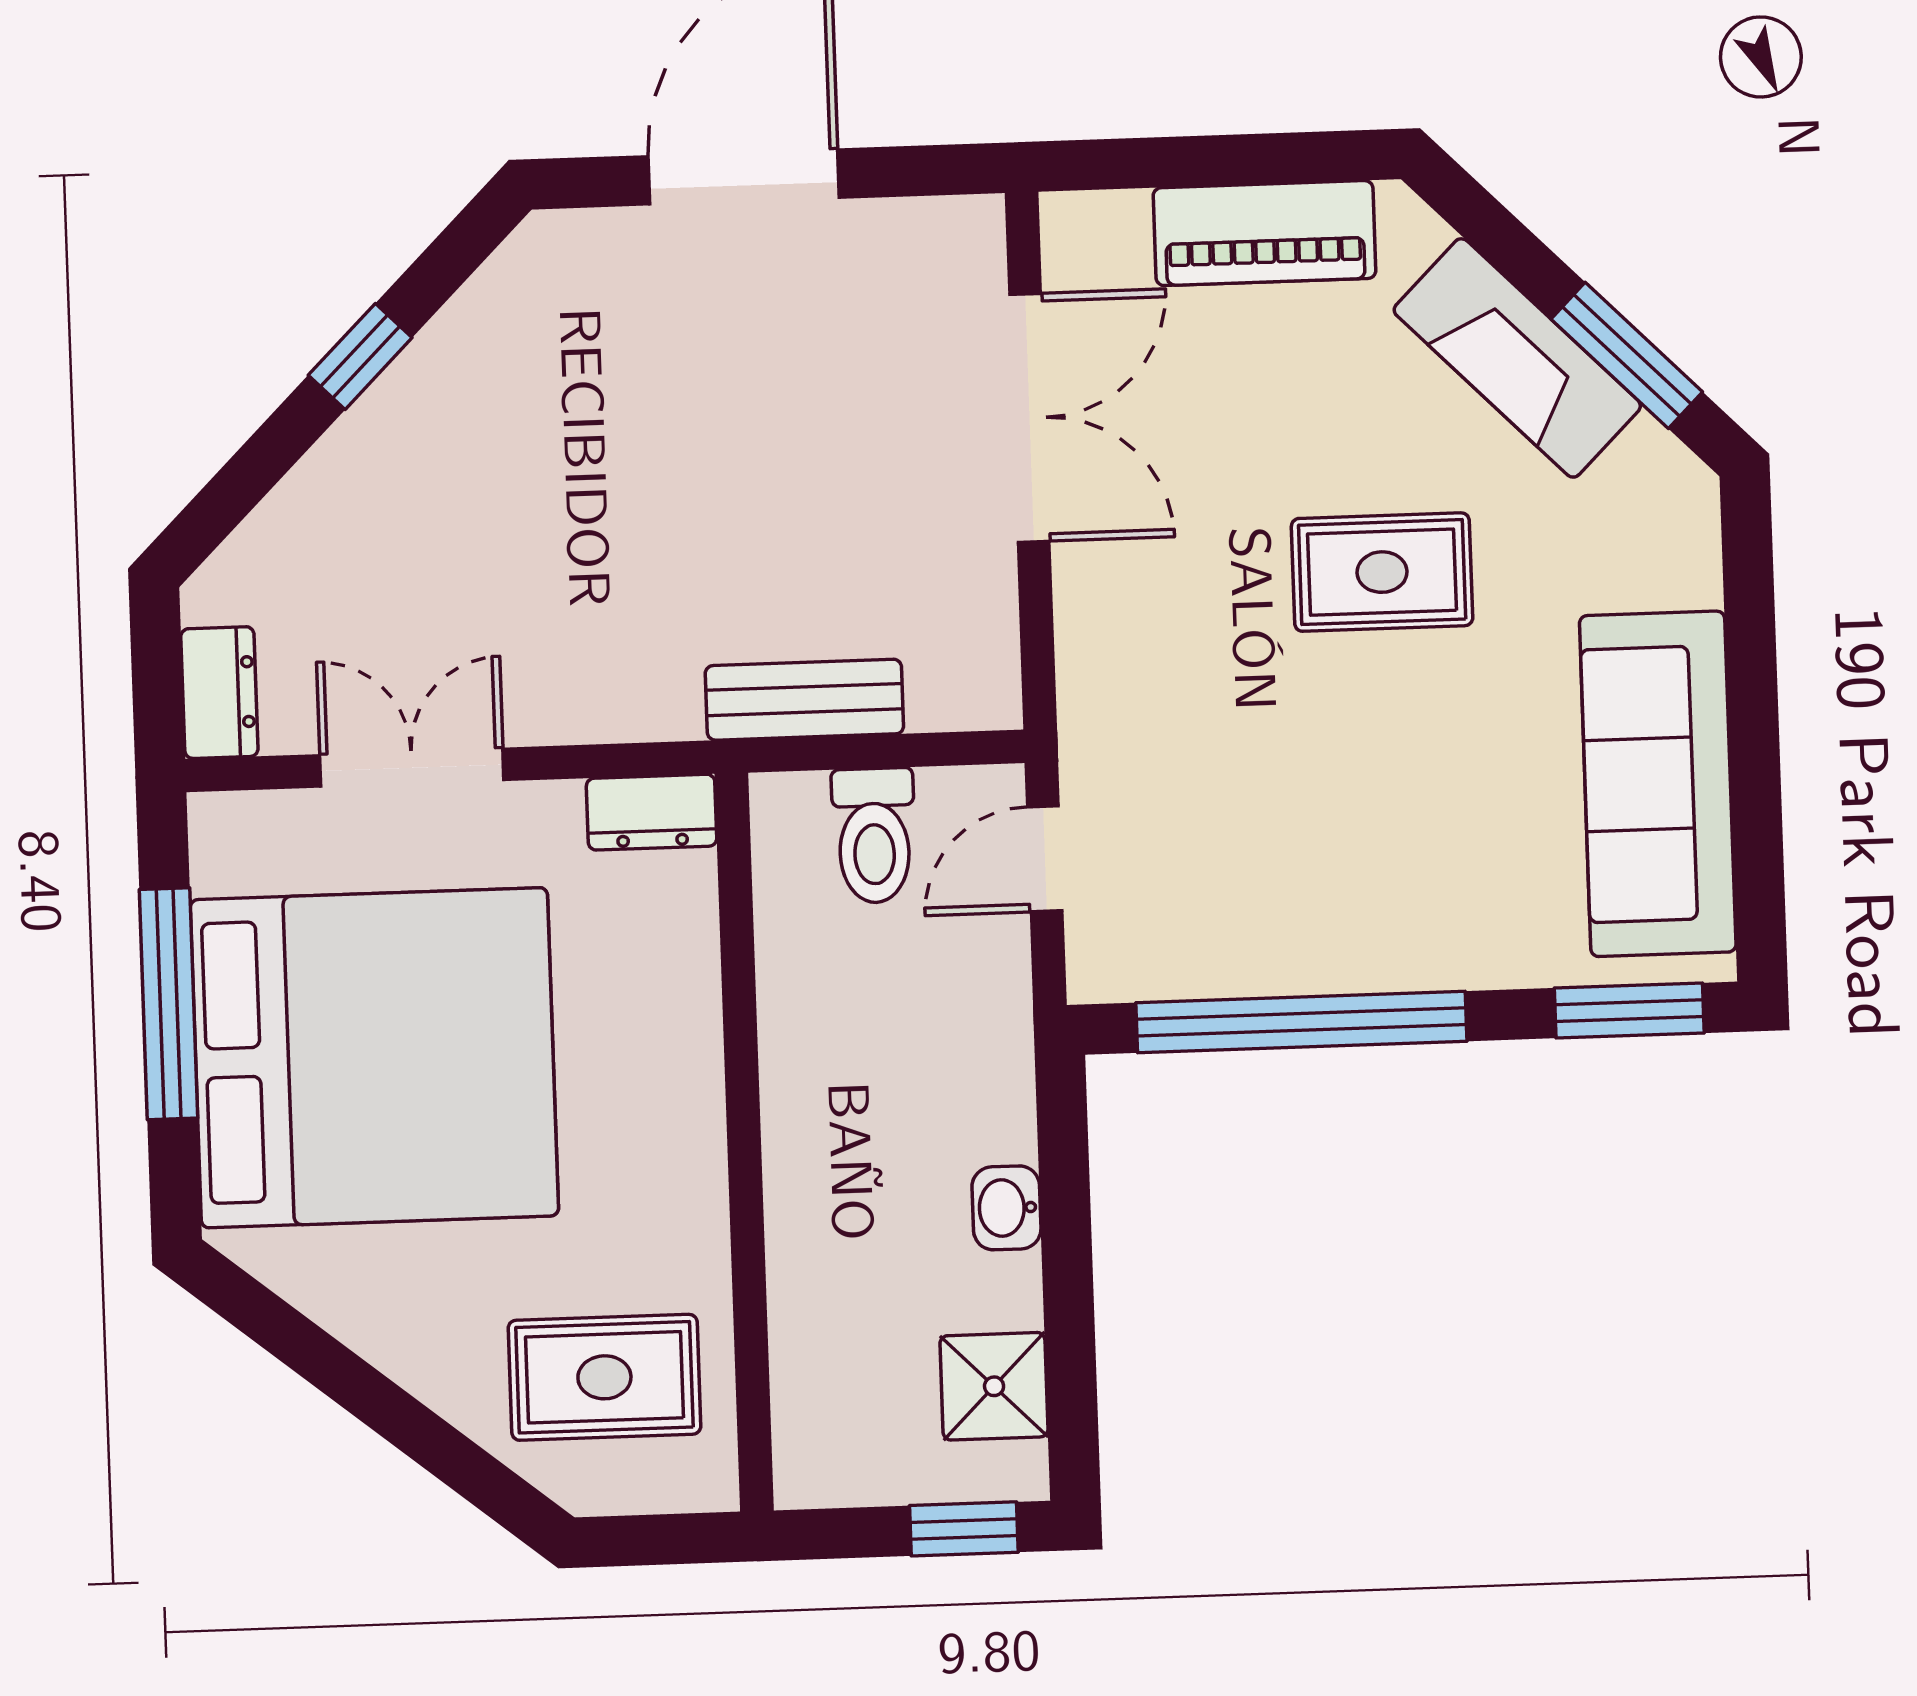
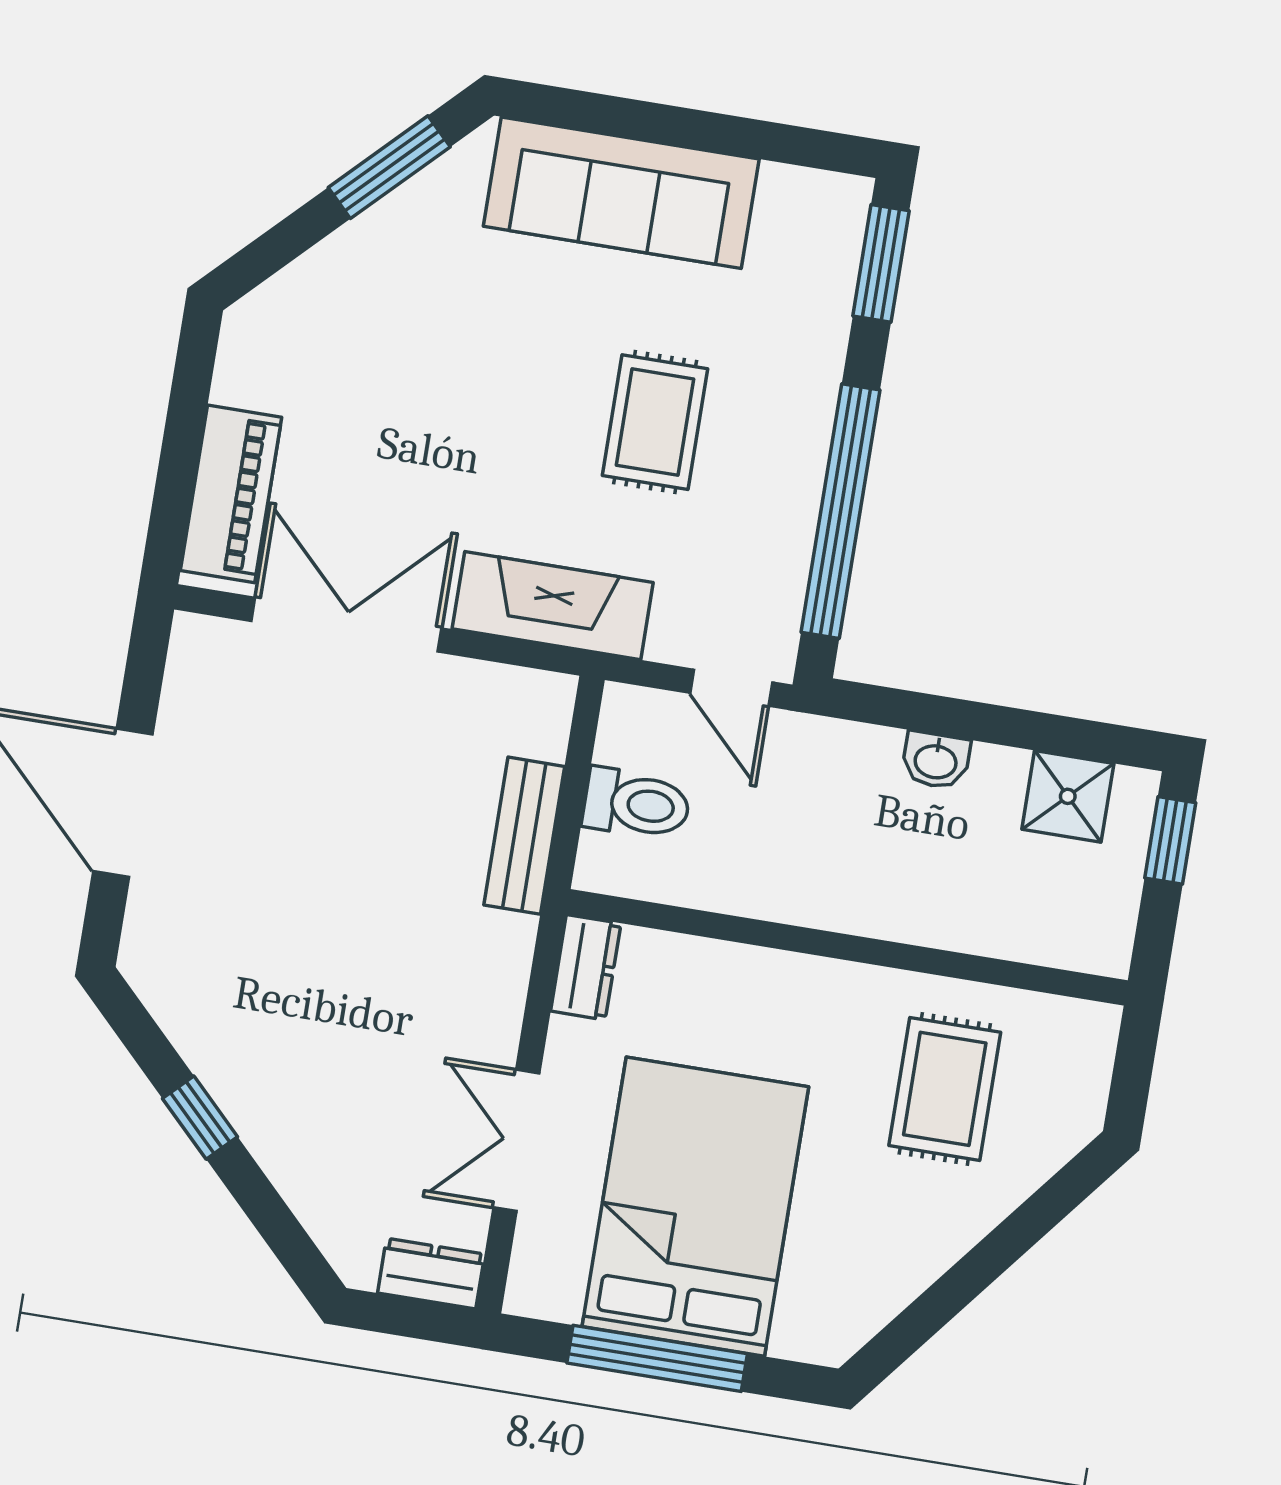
piano: (1265, 233) -> (231, 494), moved
fireplace: (1517, 358) -> (553, 606), moved, turned -135
rug: (1382, 572) -> (655, 422), moved
sofa: (1658, 784) -> (621, 193), moved
door: (1045, 859) -> (731, 688), moved
bed: (374, 1058) -> (695, 1207), width x0.73
rug: (604, 1377) -> (945, 1089), moved

